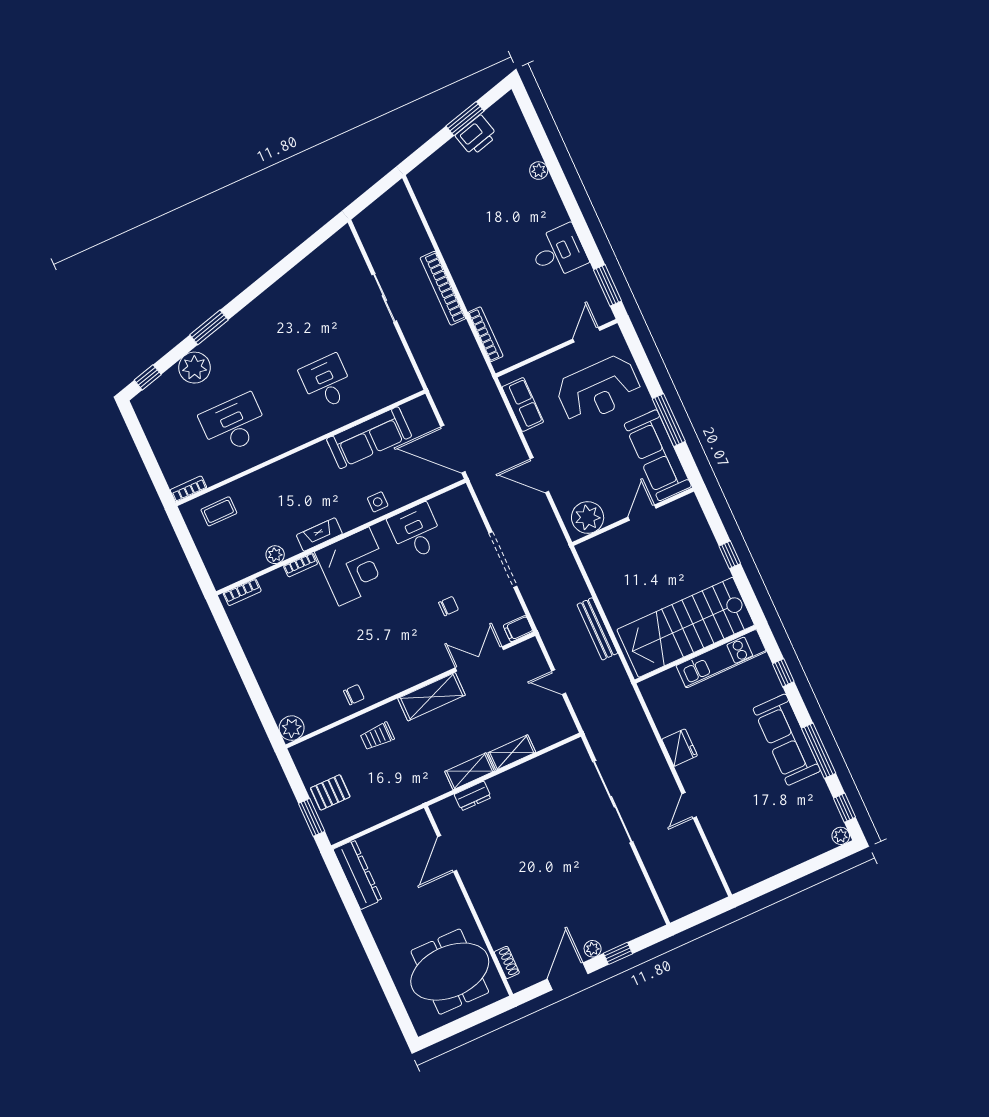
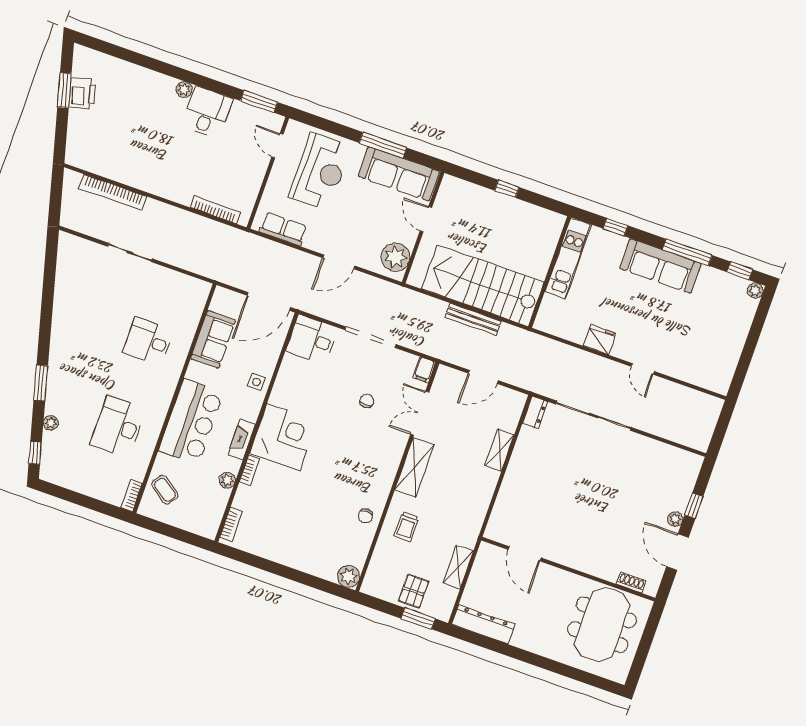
plant: (539, 171) -> (184, 90), moved
bookcase: (443, 288) -> (113, 192), moved
plant: (195, 368) -> (51, 423), width x0.53, depth x0.53
sofa: (369, 438) -> (213, 339), width x0.73
bar counter: (295, 479) -> (191, 421), added
coffee table: (219, 511) -> (165, 490), turned -54
desk: (416, 532) -> (312, 339), moved
stairs: (686, 627) -> (483, 286), moved, turned 90
door: (559, 682) -> (483, 377), width x1.37
chair: (354, 695) -> (365, 516), turned 180
shelving: (470, 771) -> (458, 567), moved
dresser: (473, 796) -> (535, 413), moved

